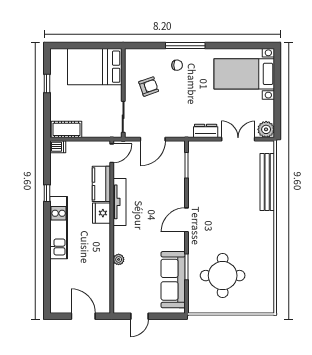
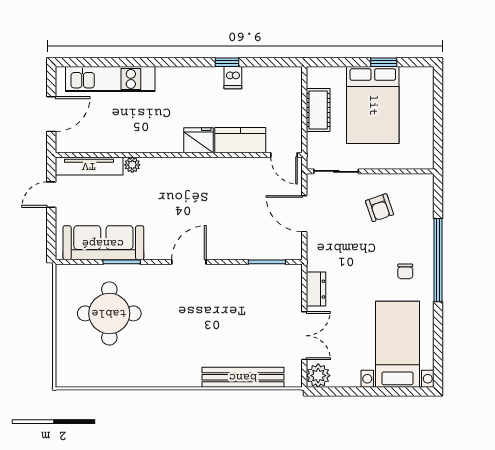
window: (185, 46) -> (438, 260), width x1.46
chair: (177, 65) -> (405, 271), moved
bed: (95, 67) -> (373, 105), moved, turned 180
cot: (66, 129) -> (318, 110), moved
dishwasher: (58, 147) -> (233, 78), moved
tv unit: (120, 202) -> (89, 166), moved
door: (187, 220) -> (189, 262), hinge flipped
kitchen unit: (59, 228) -> (110, 79), moved
door: (140, 316) -> (51, 195), hinge flipped

